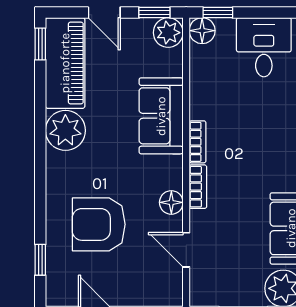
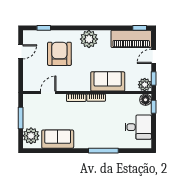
plant: (65, 130) -> (89, 39), moved
floor lamp: (171, 202) -> (69, 86), removed

